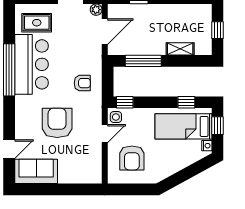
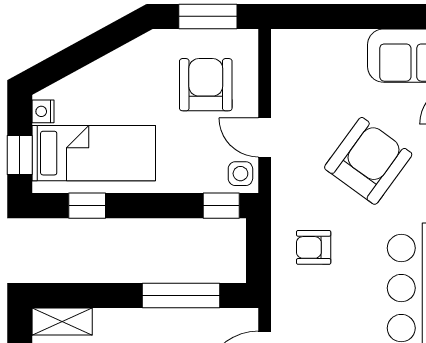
shelving: (180, 49) -> (62, 321), moved
armchair: (57, 123) -> (368, 161), turned -144
door: (105, 134) -> (265, 138), hinge flipped
window: (131, 189) -> (208, 16), added

